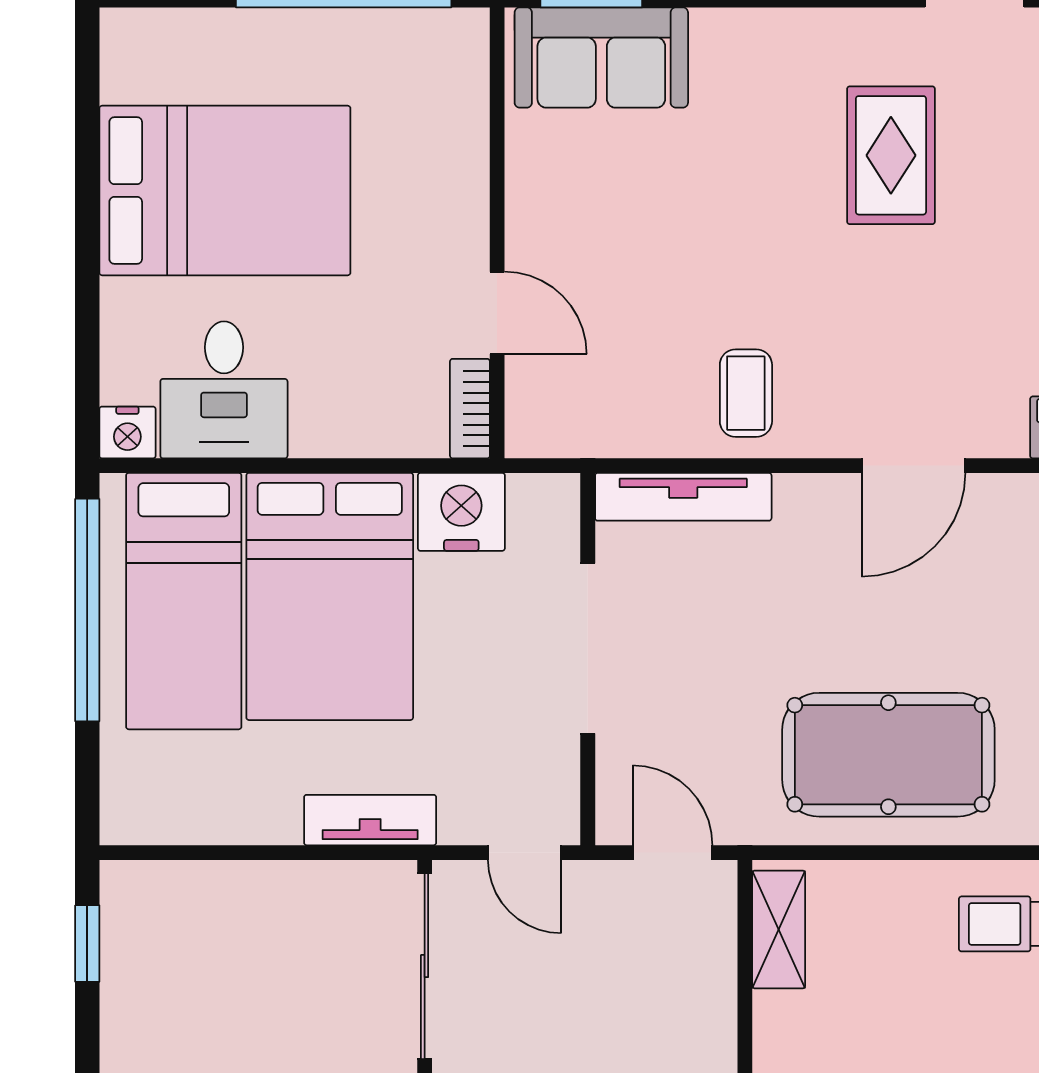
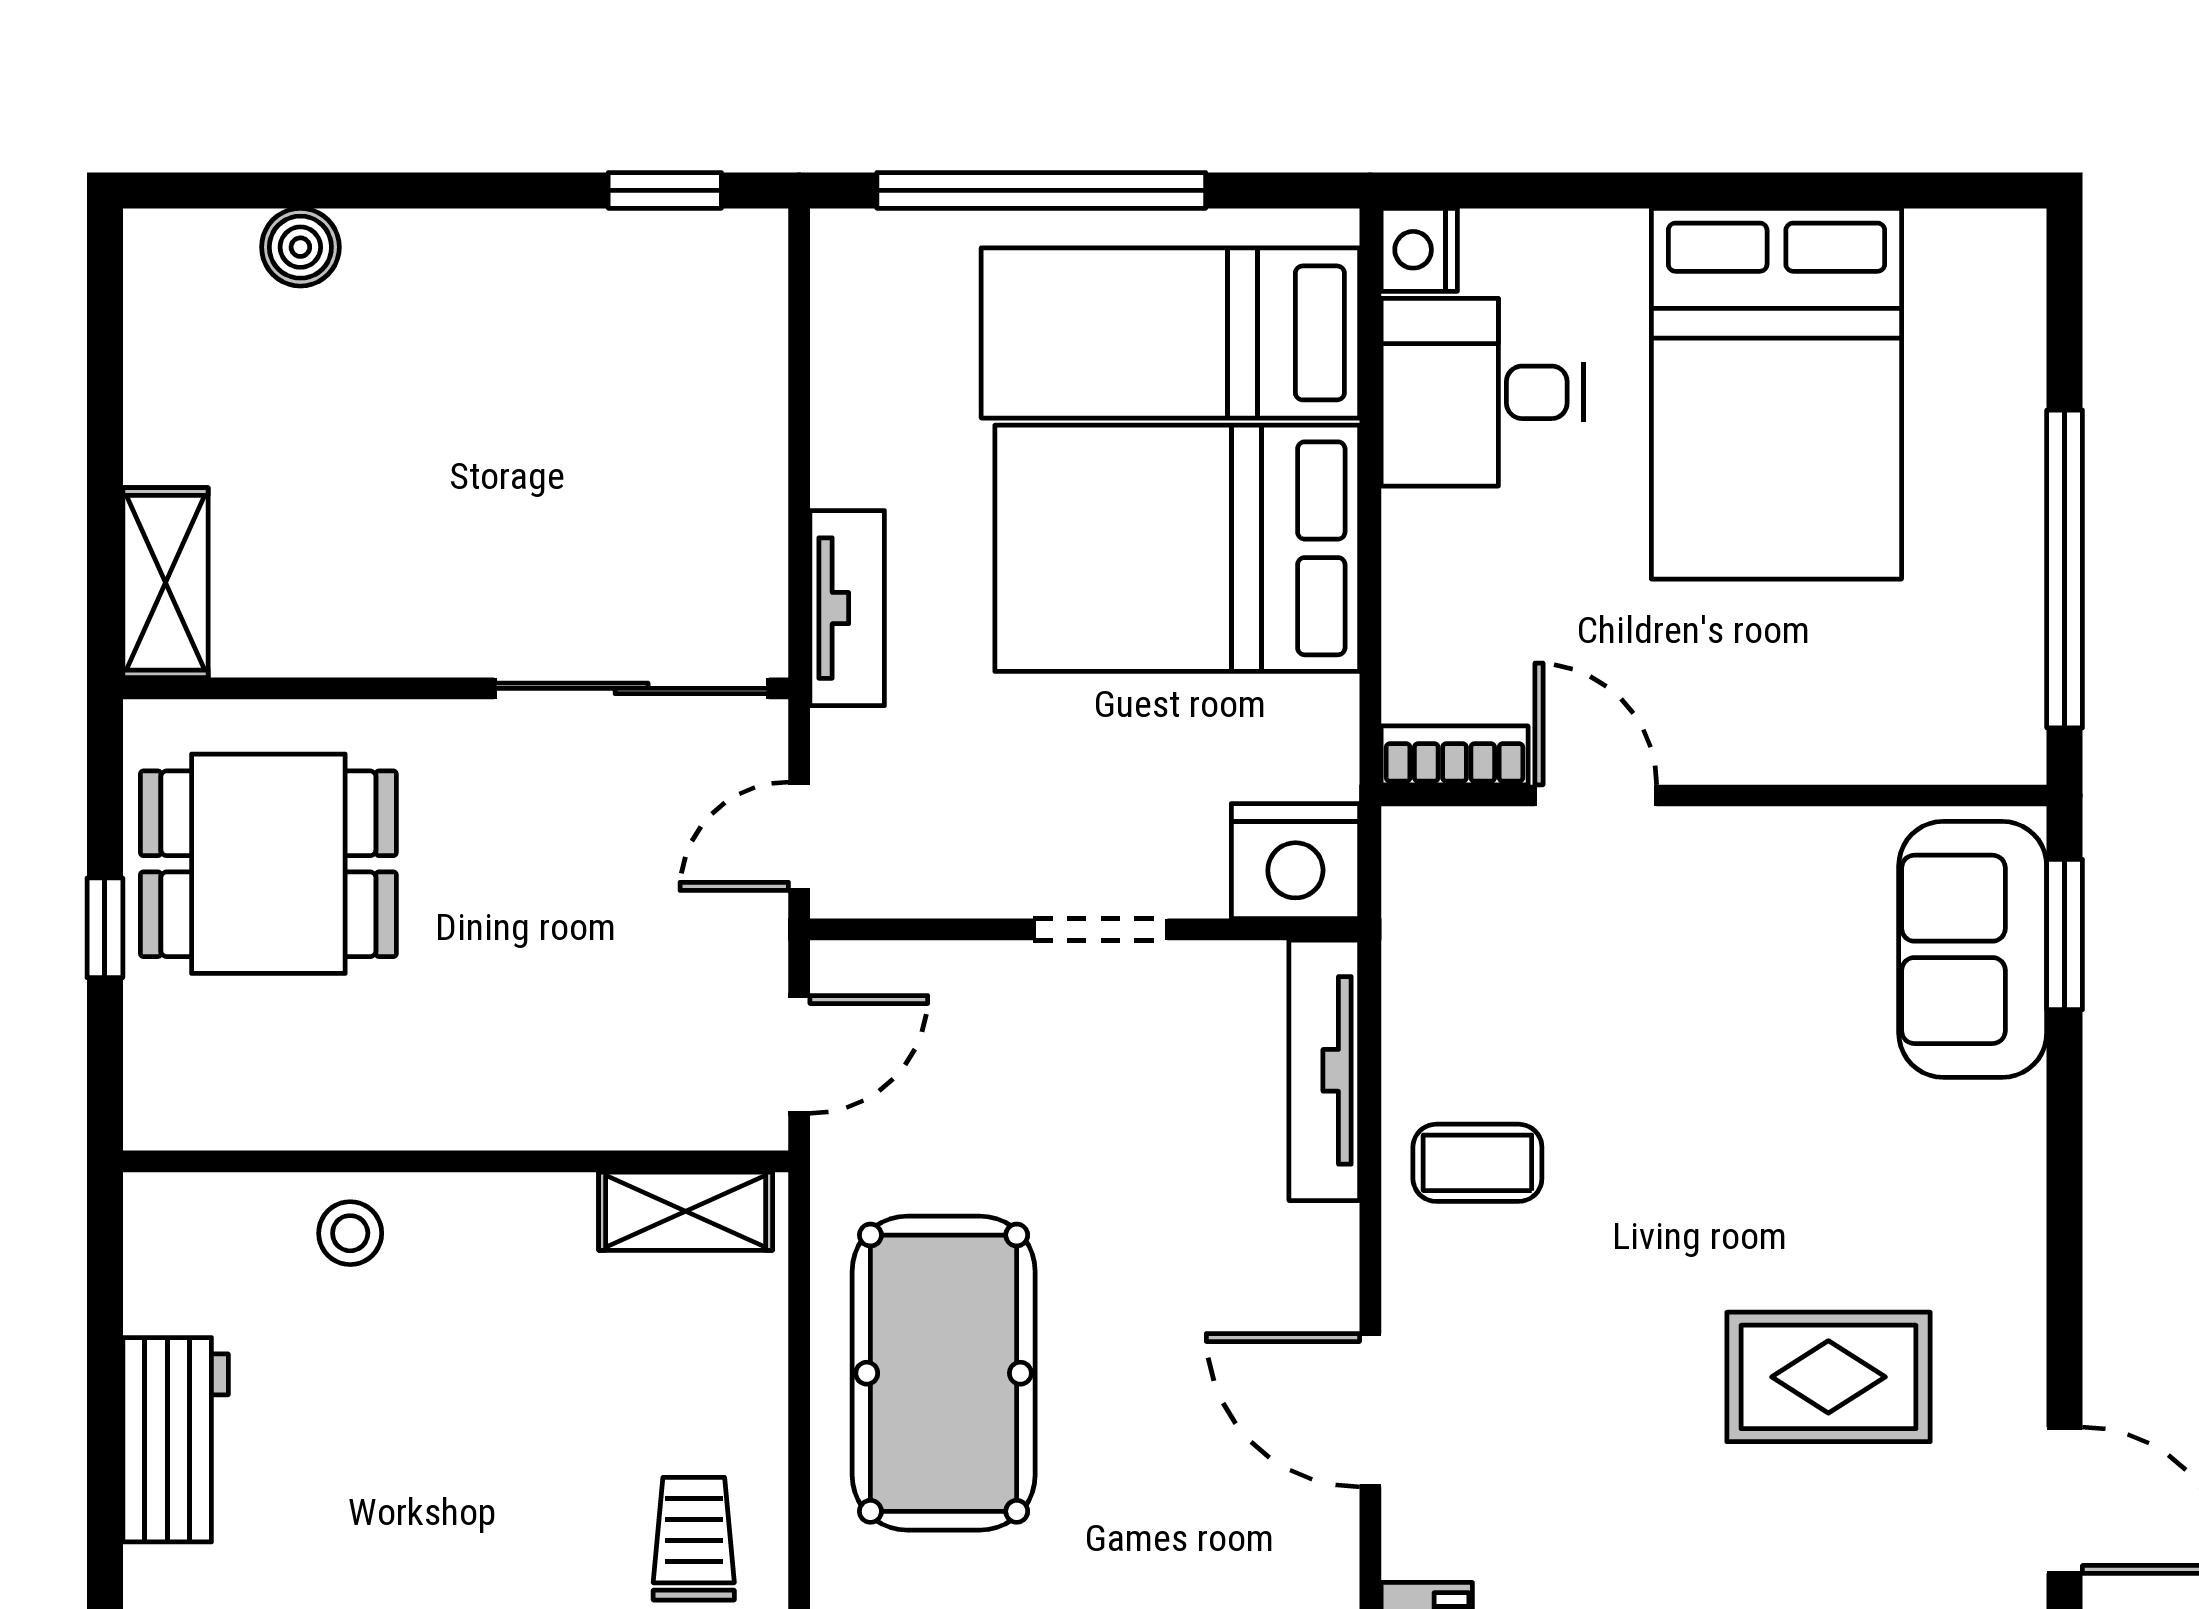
door: (497, 313) -> (1596, 795), swing flipped
nightstand: (461, 512) -> (1295, 861), moved, turned 90
window: (87, 610) -> (1041, 190), moved
doorway: (588, 648) -> (1100, 929), width x0.53

